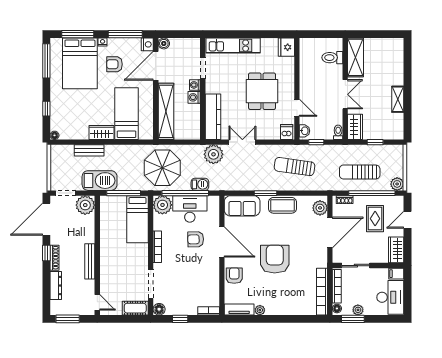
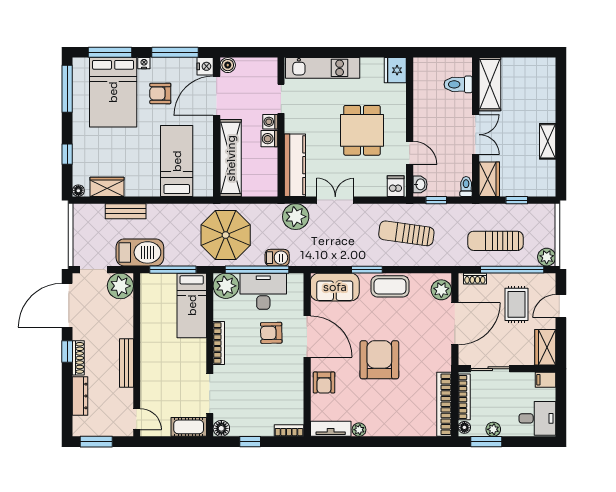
wardrobe: (101, 133) -> (107, 187), moved
armchair: (234, 276) -> (324, 383), turned 180
desk: (390, 297) -> (537, 418), width x0.73

